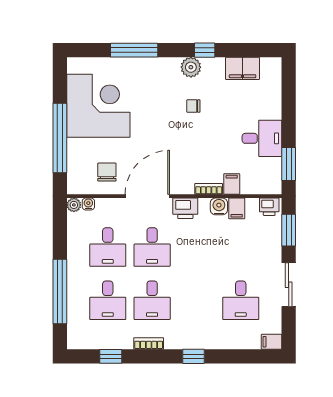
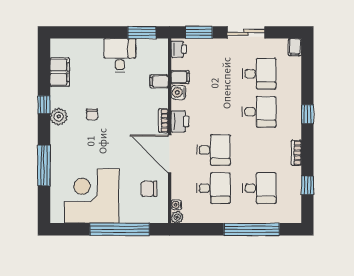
bookcase: (209, 189) -> (163, 121), moved
desk: (152, 300) -> (259, 112), moved

